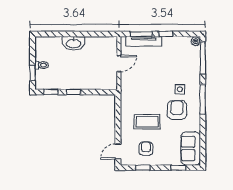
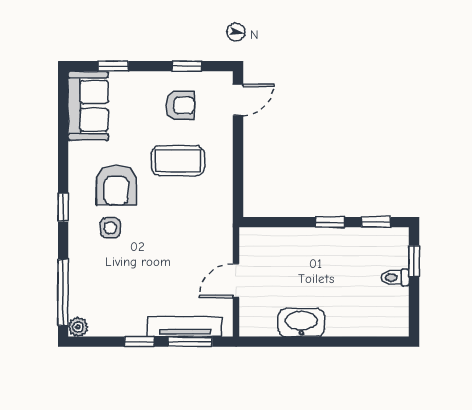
washbasin: (73, 43) -> (301, 323), moved
window: (203, 99) -> (63, 207), width x0.46
armchair: (146, 149) -> (180, 105), turned -90

